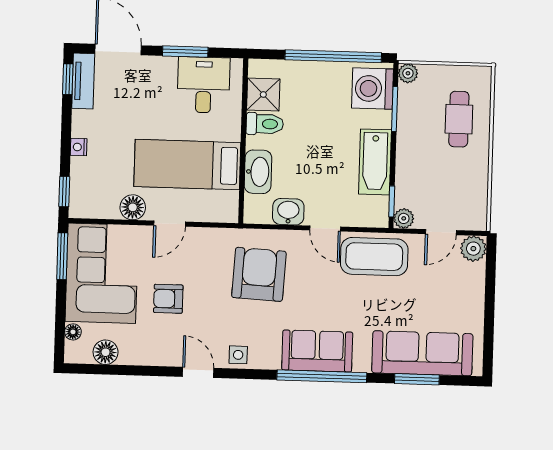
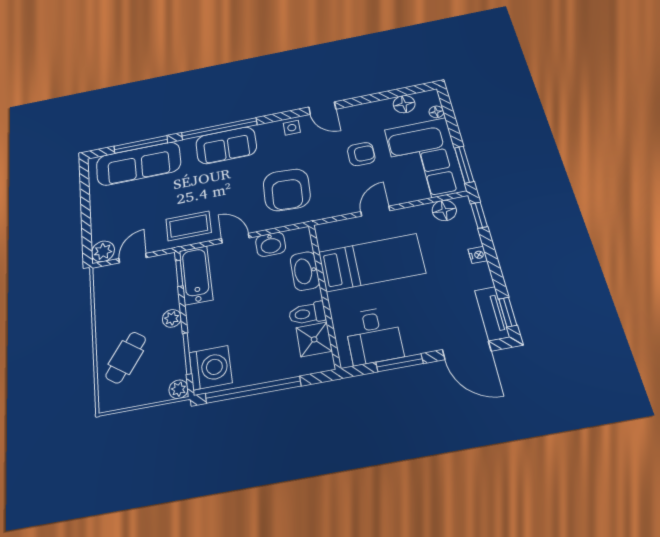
cafe table: (459, 119) -> (126, 358), turned 36
bathtub: (375, 162) -> (196, 275), moved
floor lamp: (133, 207) -> (444, 210), moved
plant: (404, 218) -> (172, 318), moved
coffee table: (374, 257) -> (189, 226), width x0.73, depth x0.76
window: (417, 379) -> (141, 144), width x1.44

